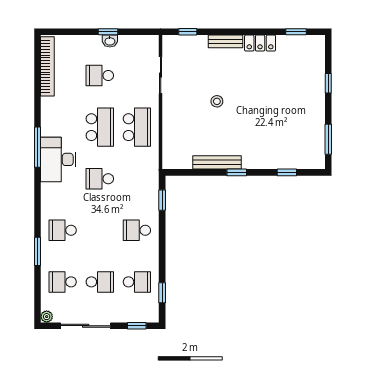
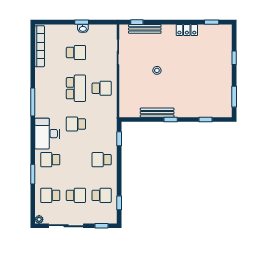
bench: (225, 41) -> (145, 29), moved, width x1.36
school desk: (100, 76) -> (76, 53), turned 180
school desk: (137, 127) -> (102, 88), width x0.54
desk: (58, 159) -> (47, 134), moved

